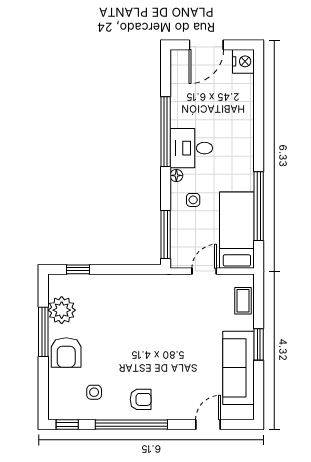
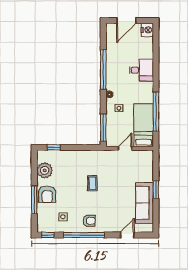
desk: (191, 148) -> (141, 70), moved, turned 180
coffee table: (243, 301) -> (92, 183), moved
window: (43, 332) -> (34, 200), moved

